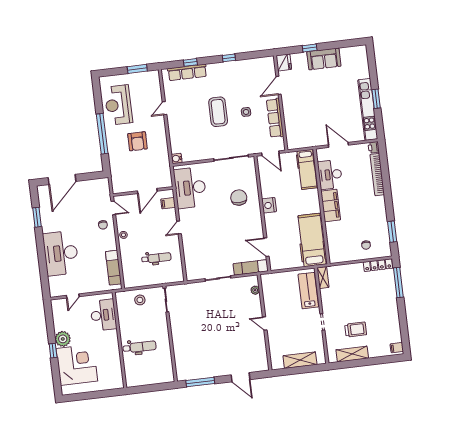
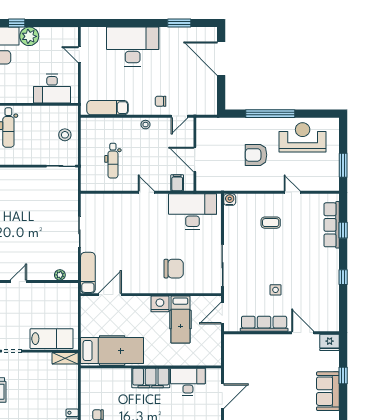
coffee table: (218, 112) -> (271, 223), moved, width x0.54, depth x0.58
hospital bed: (307, 169) -> (180, 320), moved, turned -90

